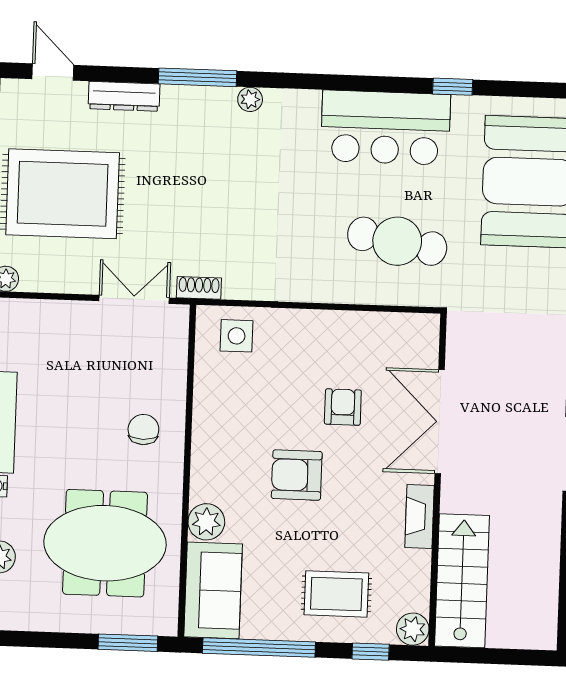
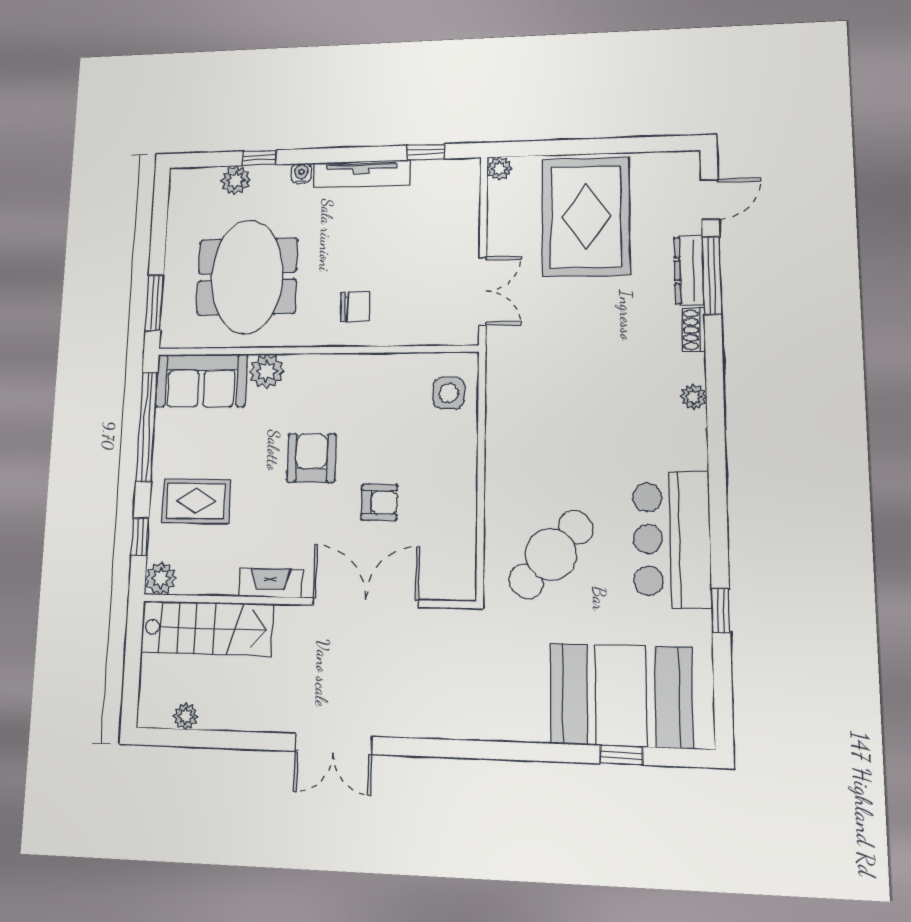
window: (198, 77) -> (712, 276), moved
cafe table: (397, 241) -> (551, 554), turned 32
shoe rack: (199, 288) -> (694, 330), moved, turned 180
rug: (336, 594) -> (196, 501), turned 90
plant: (546, 601) -> (186, 716), added

